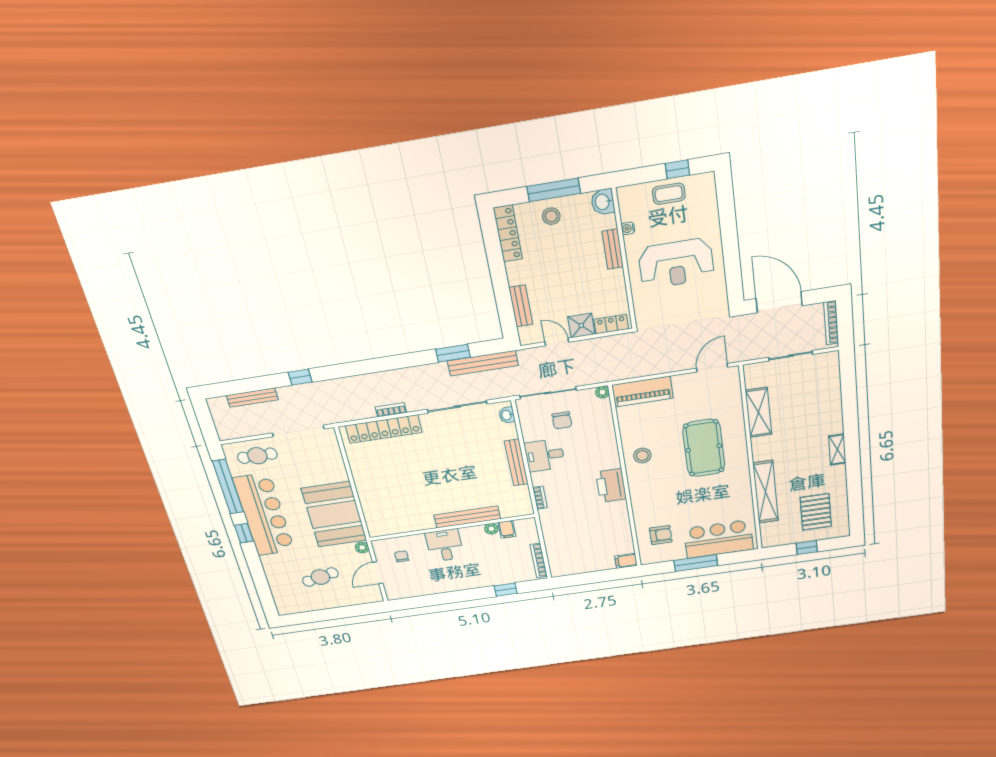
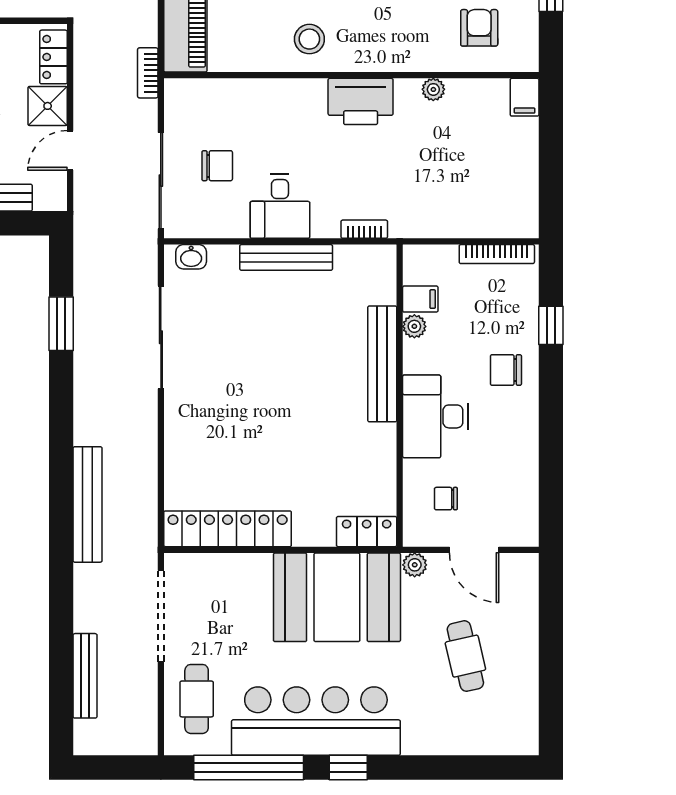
bench: (483, 363) -> (88, 504), moved
window: (300, 377) -> (61, 586), removed
plant: (602, 392) -> (433, 89), moved
bookcase: (391, 410) -> (148, 73), moved
locker: (384, 429) -> (228, 529), moved, turned -90
locker: (374, 523) -> (367, 532), added
desk: (445, 545) -> (435, 416), width x1.37
chair: (477, 573) -> (506, 370), added

